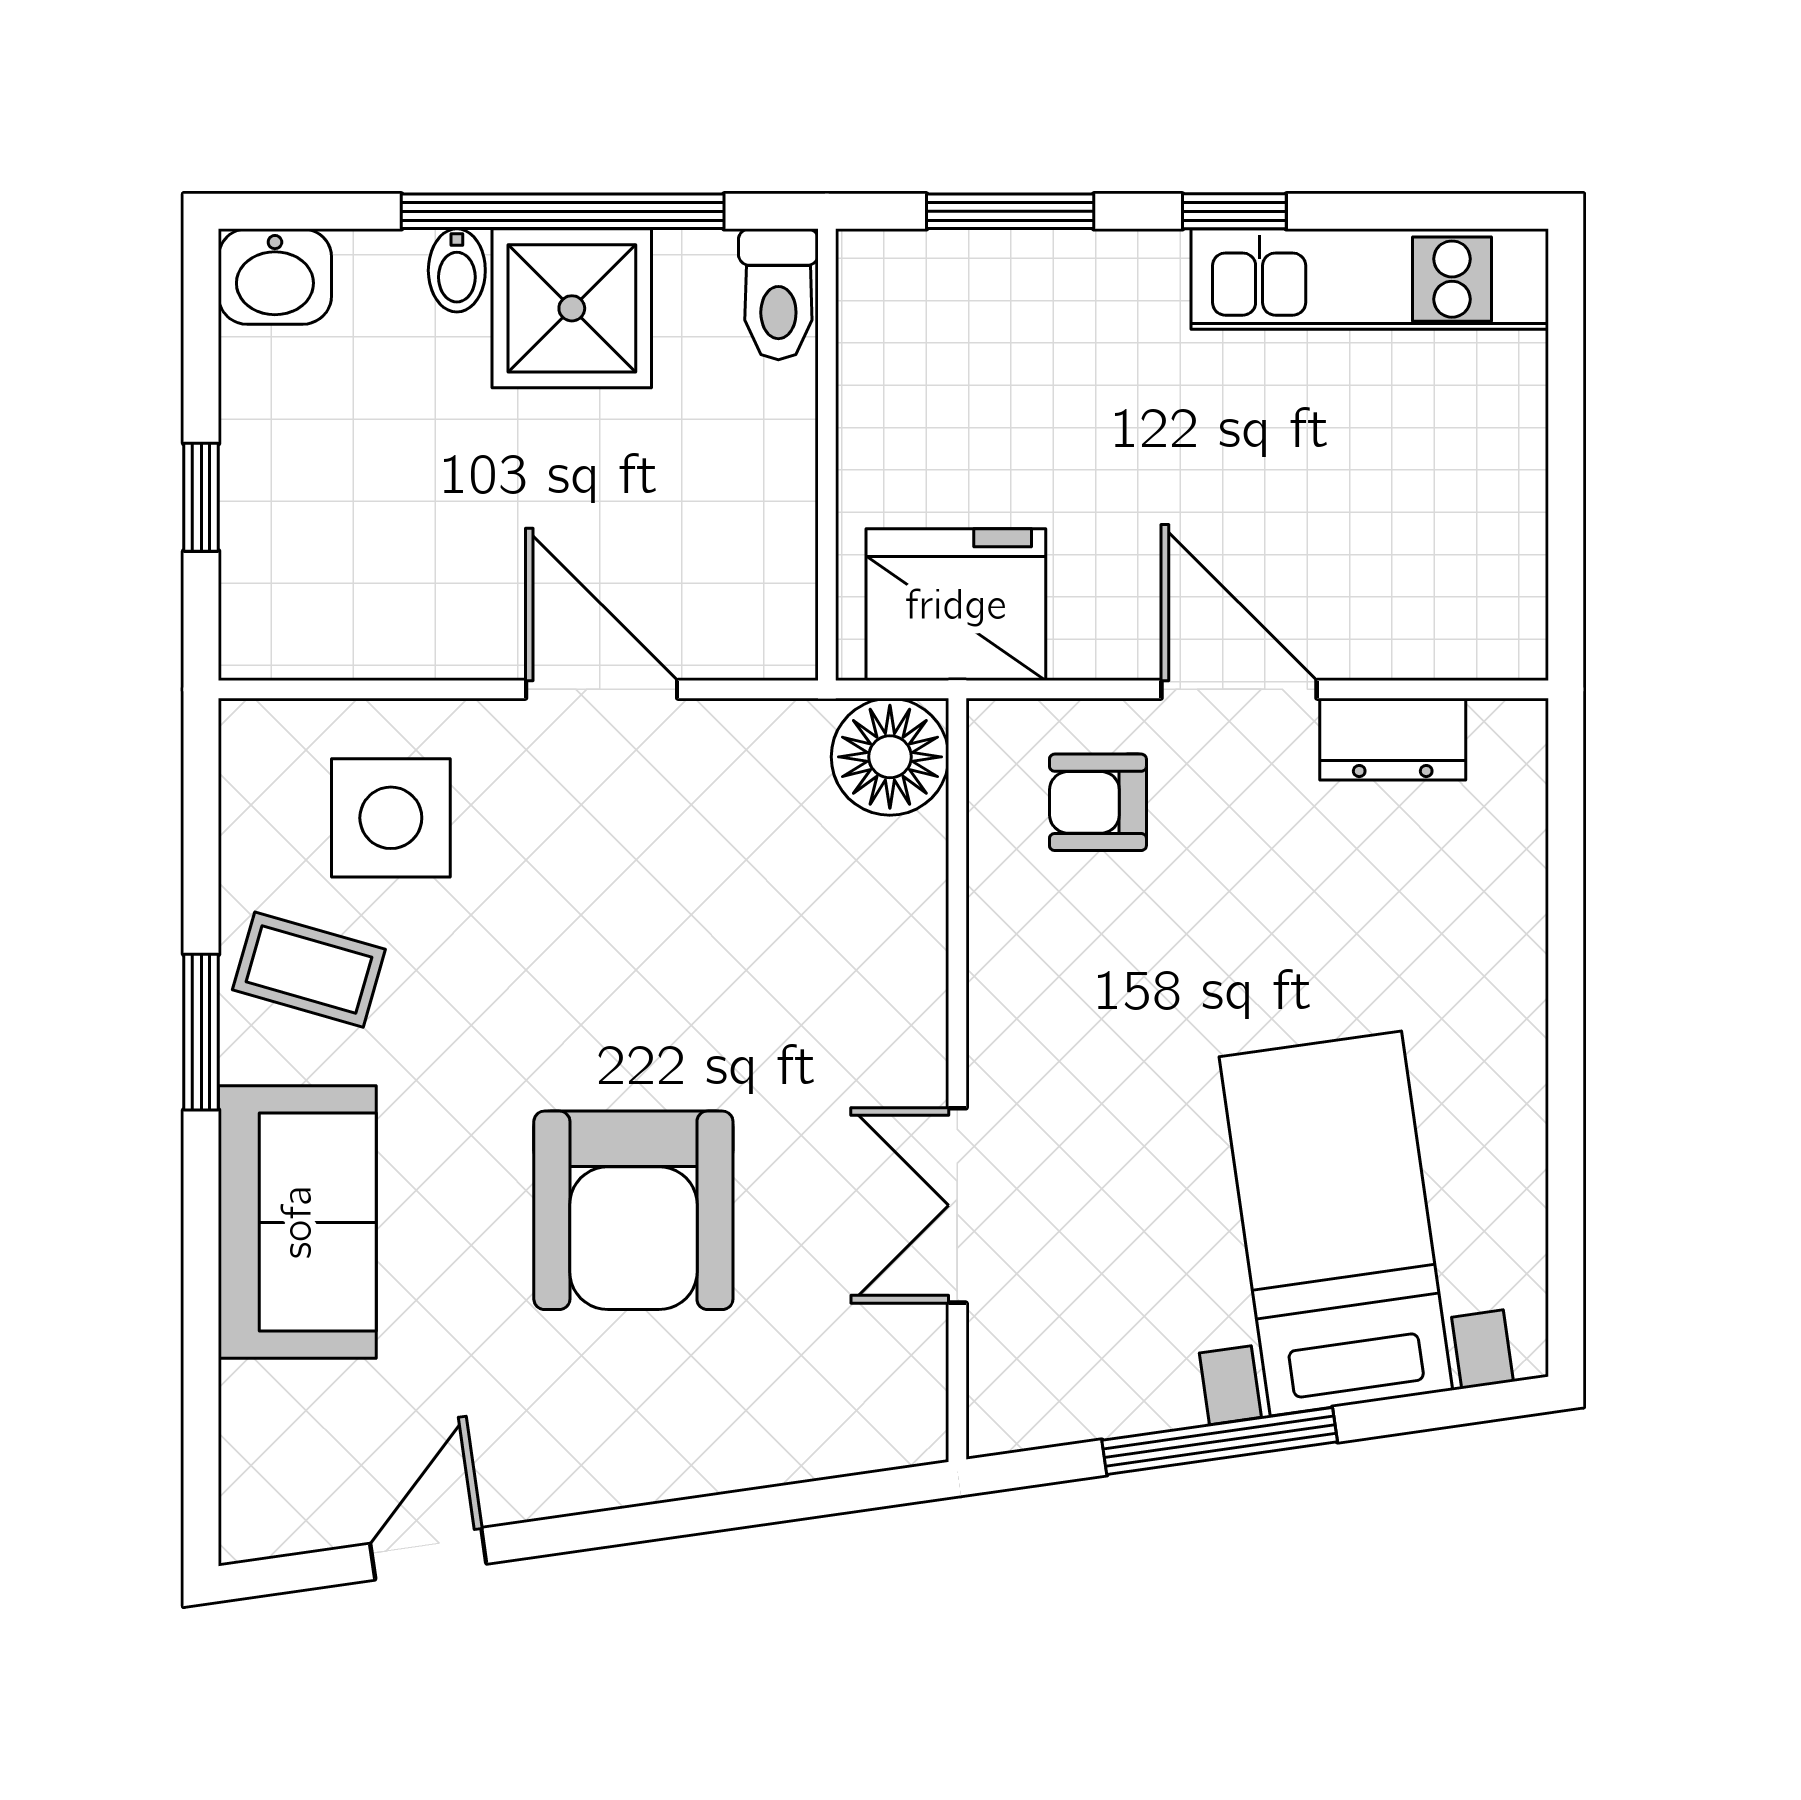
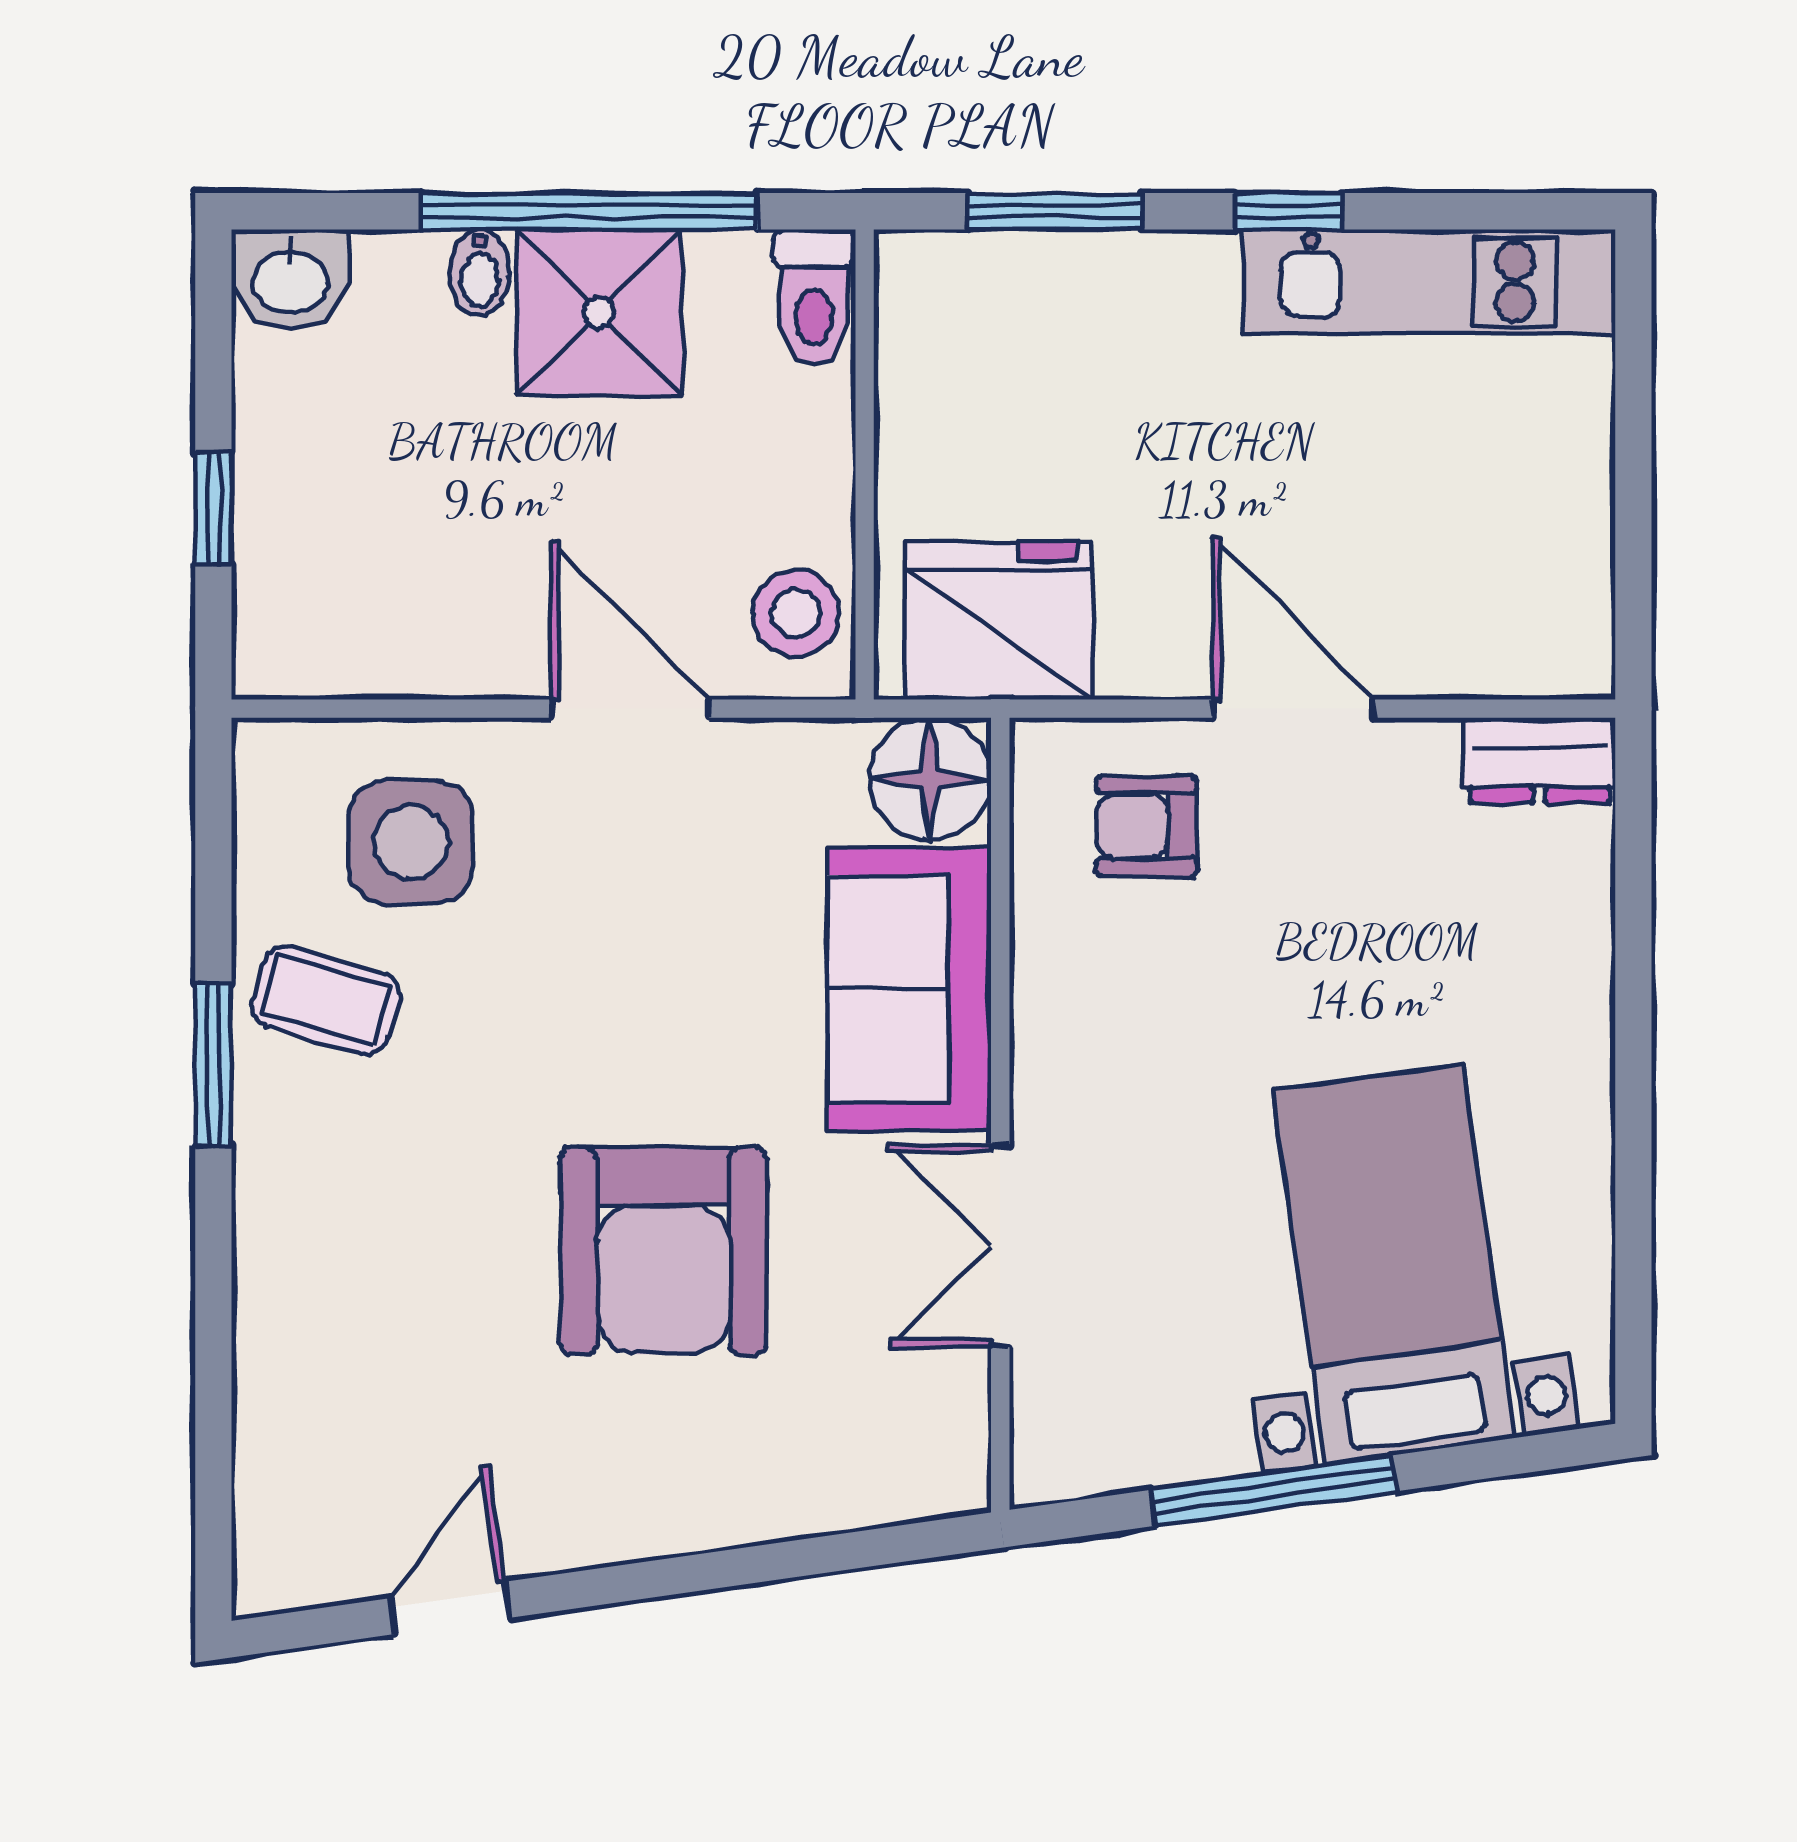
stool: (761, 598) -> (796, 613), added
dresser: (1393, 739) -> (1540, 760), moved
sofa: (297, 1222) -> (909, 989), moved, turned 180

